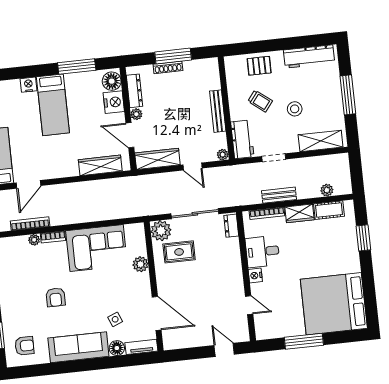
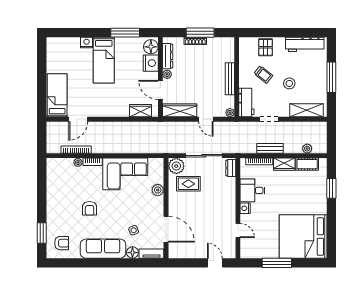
pallet: (259, 66) -> (266, 47), turned 90
wardrobe: (100, 165) -> (140, 111), width x0.67

